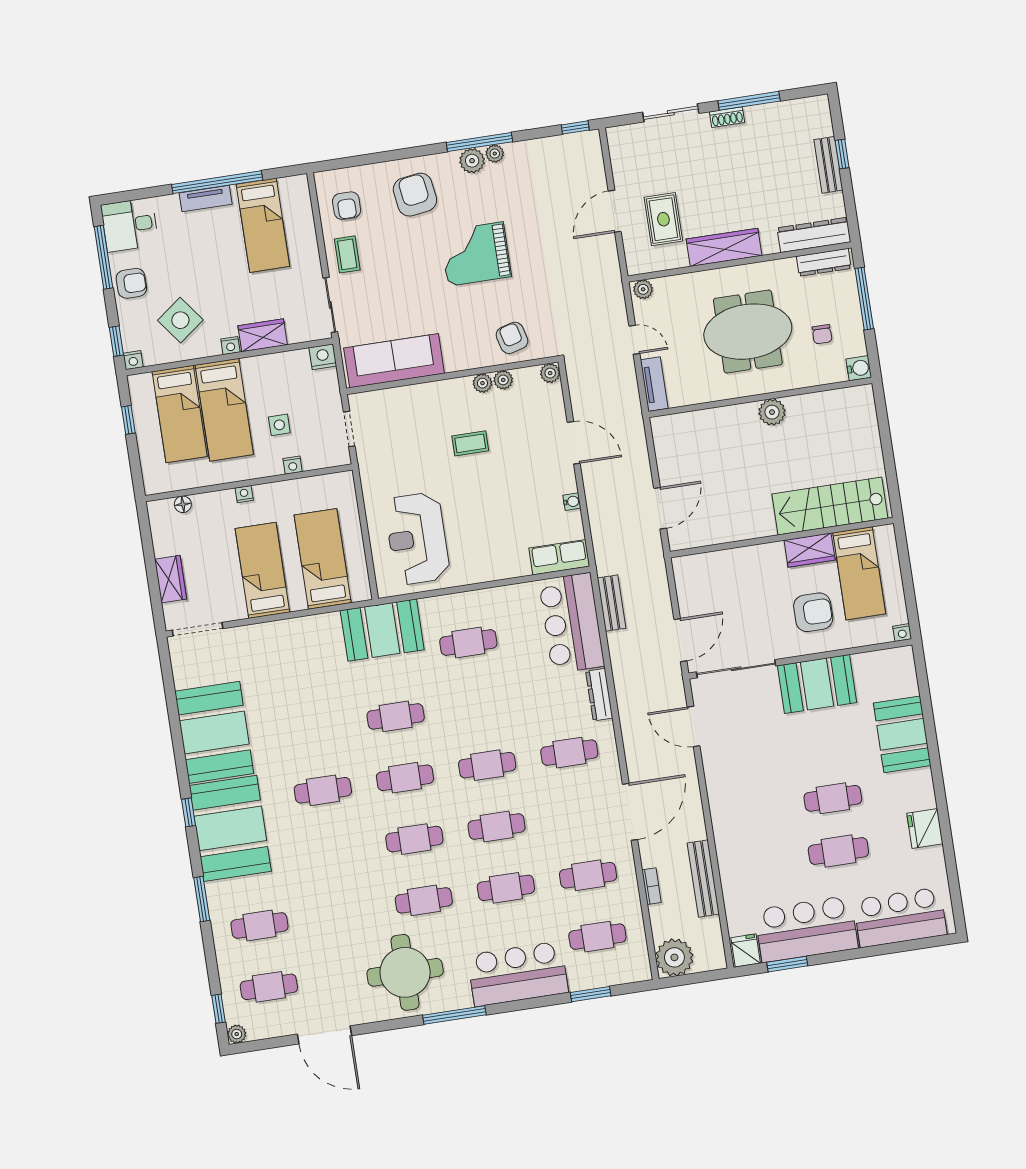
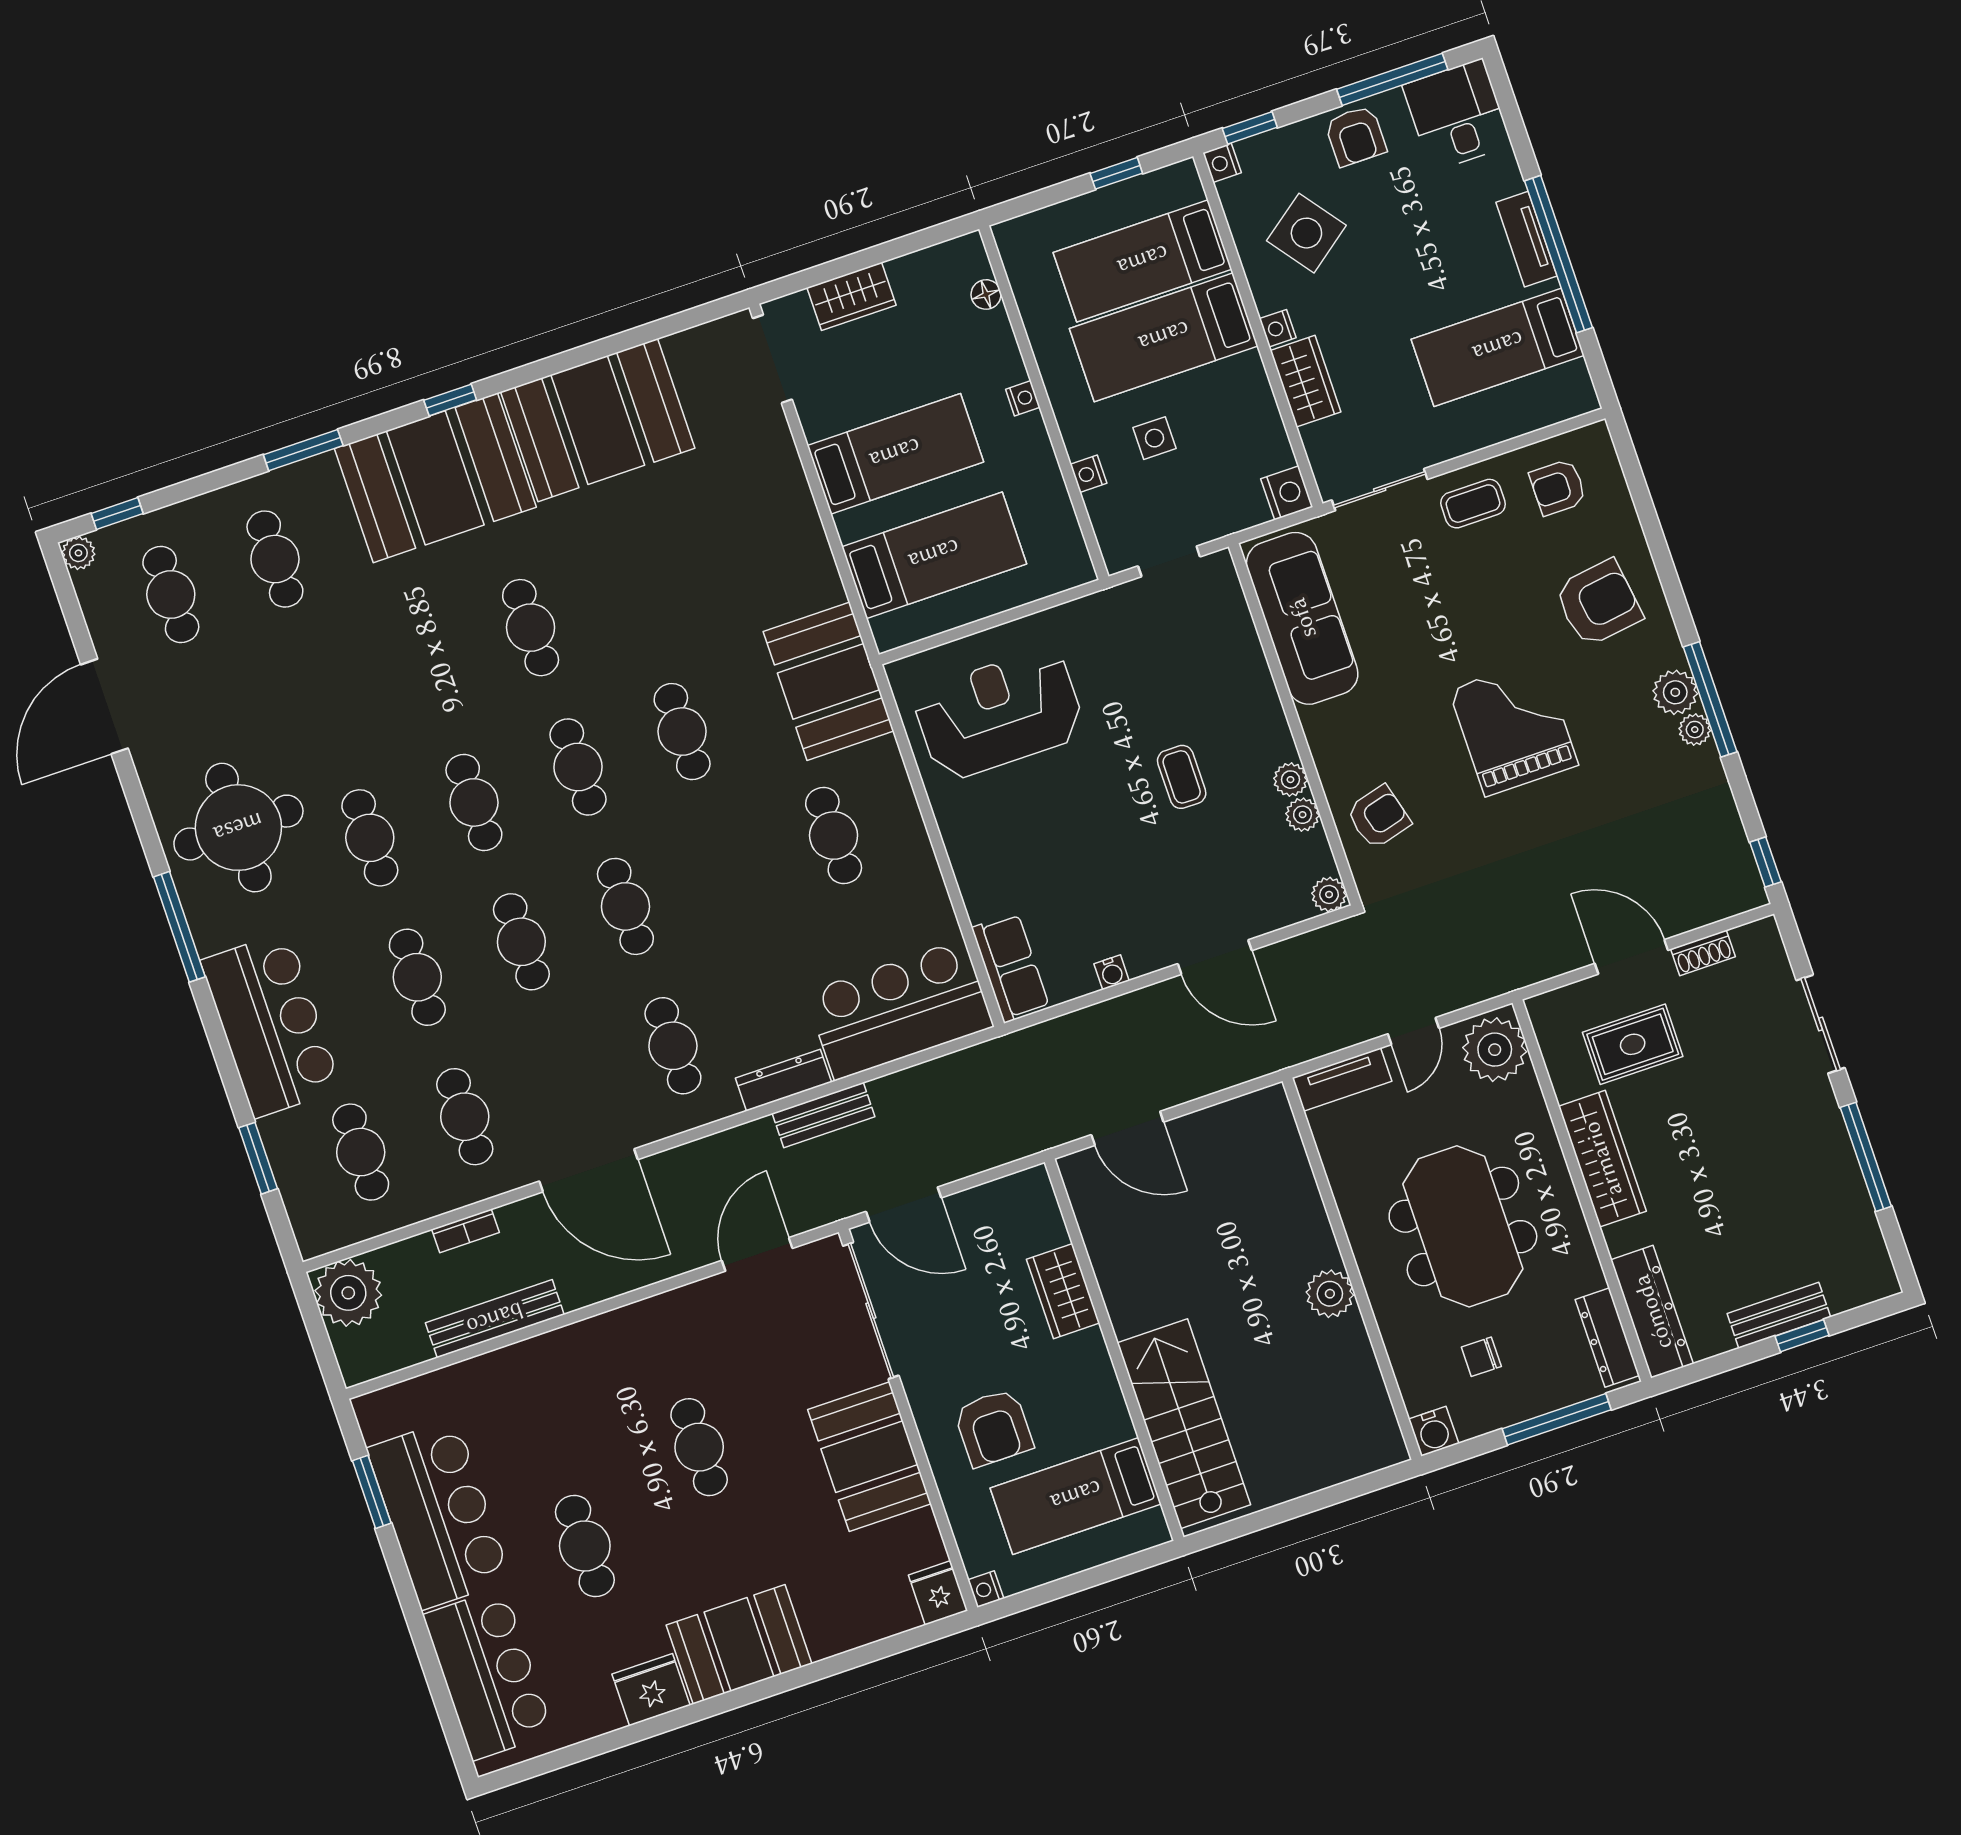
shoe rack: (727, 117) -> (1703, 953), moved, turned -90
plant: (643, 289) -> (1495, 1050), width x1.88, depth x1.88
door: (574, 443) -> (1215, 957), hinge flipped
wardrobe: (810, 550) -> (1063, 1291), moved
bench: (612, 603) -> (823, 1115), moved
booth: (902, 734) -> (739, 1644), moved
cafe table: (833, 798) -> (699, 1447), moved
fridge: (746, 950) -> (938, 1593), moved, turned -90

